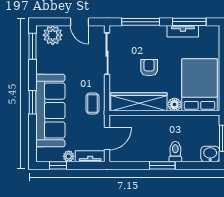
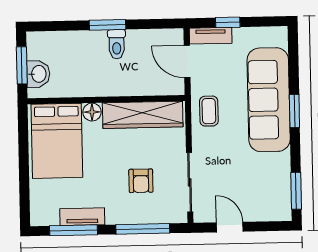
plant: (53, 35) -> (268, 207), removed
armchair: (149, 68) -> (141, 181), moved
door: (107, 139) -> (187, 61), hinge flipped
toilet: (175, 152) -> (117, 44), moved
washbasin: (210, 154) -> (38, 74), moved, turned -90
plant: (69, 156) -> (241, 35), removed
window: (58, 165) -> (228, 22), moved

